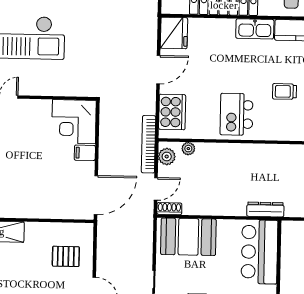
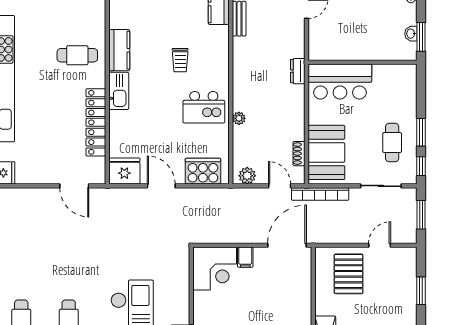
bookcase: (149, 144) -> (320, 194), moved
plant: (188, 149) -> (239, 118), moved
door: (96, 195) -> (287, 245), hinge flipped
shoe rack: (169, 209) -> (299, 154), moved
dresser: (265, 209) -> (298, 71), width x0.70
pallet: (66, 256) -> (349, 274), width x1.50, depth x1.42

